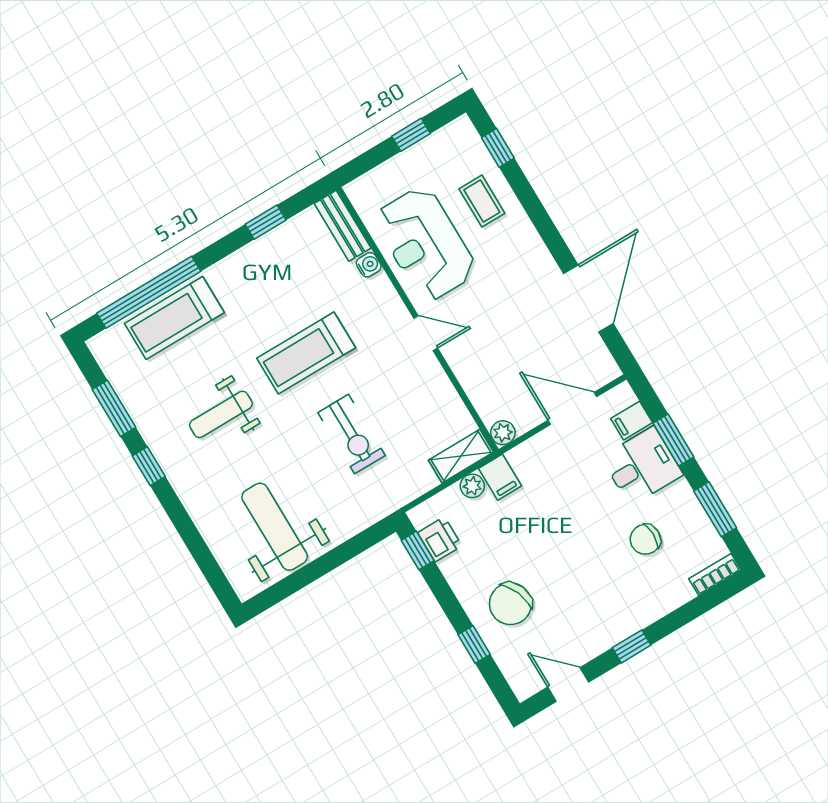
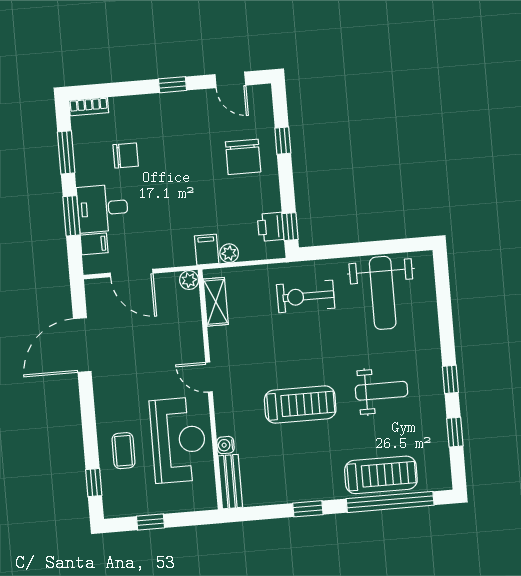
window: (266, 222) -> (308, 509), moved
window: (114, 408) -> (455, 432), width x0.67
exercise bike: (352, 434) -> (306, 296), moved, turned -90
shelving: (461, 456) -> (216, 302), moved, turned 90
chair: (510, 604) -> (243, 157), turned 112

